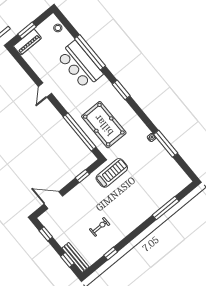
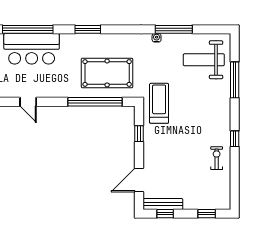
weight bench: (162, 178) -> (204, 60), added
exercise bike: (100, 227) -> (217, 158), moved
window: (111, 254) -> (235, 139), moved
bench: (75, 257) -> (163, 204), moved

